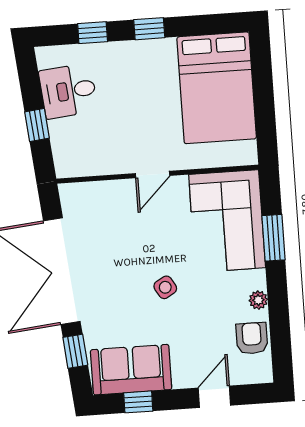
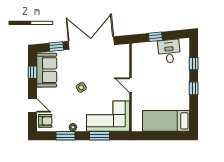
bed: (217, 88) -> (166, 121), width x0.67
window: (279, 316) -> (66, 136), added
armchair: (252, 338) -> (45, 121), moved

